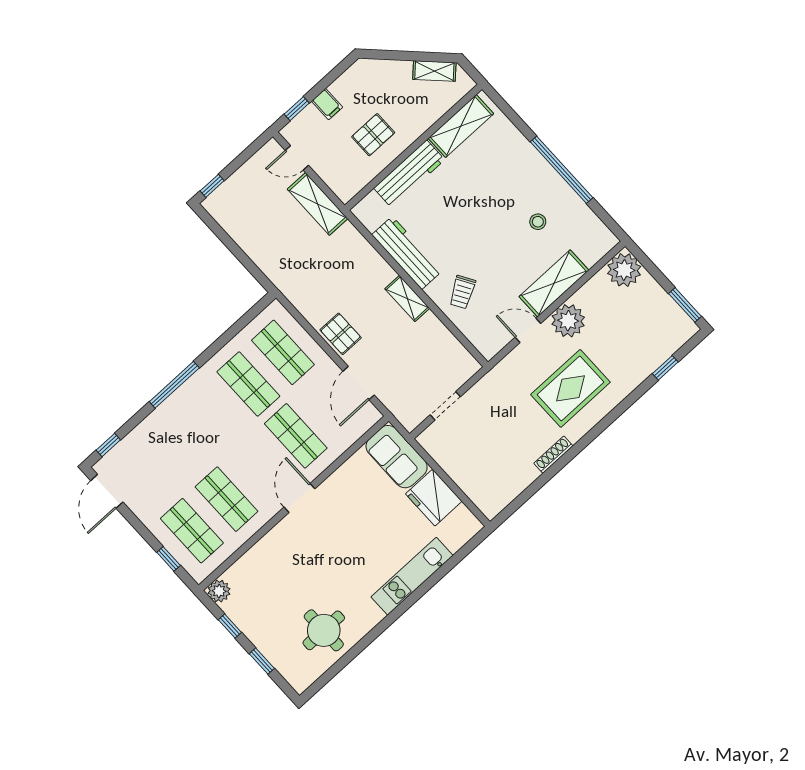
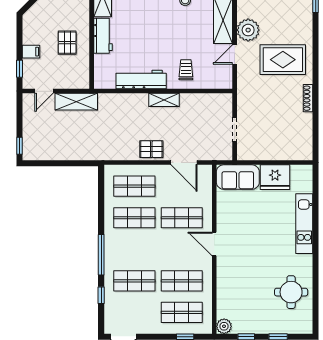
workbench: (409, 174) -> (103, 36), width x0.73
trolley: (462, 292) -> (186, 70), turned -149
rug: (570, 388) -> (283, 60), turned 90
window: (108, 445) -> (101, 295), moved
shop shelf: (179, 447) -> (134, 281), added

